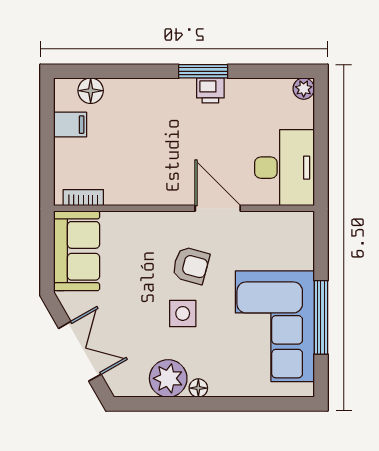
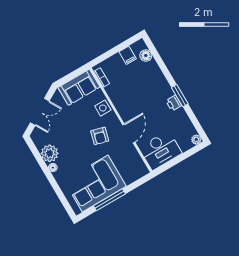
side table: (183, 313) -> (103, 108), moved

